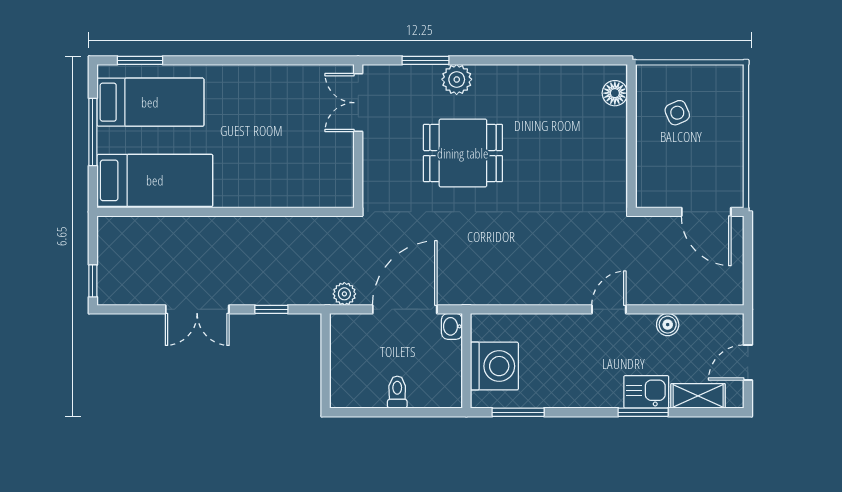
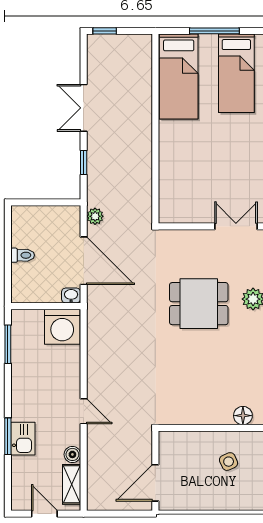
dining table: (463, 153) -> (199, 304), turned 90
washing machine: (494, 366) -> (62, 327), moved
shelving: (698, 396) -> (72, 484), moved

